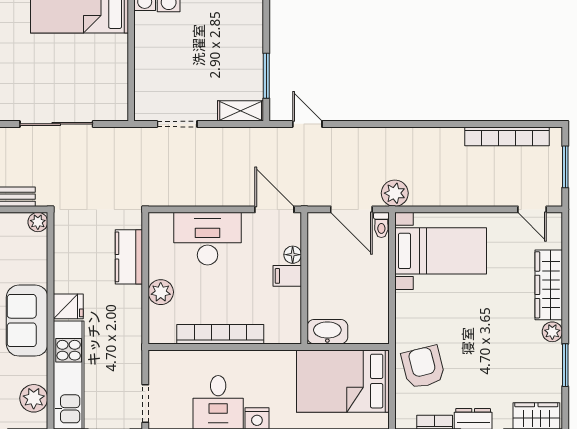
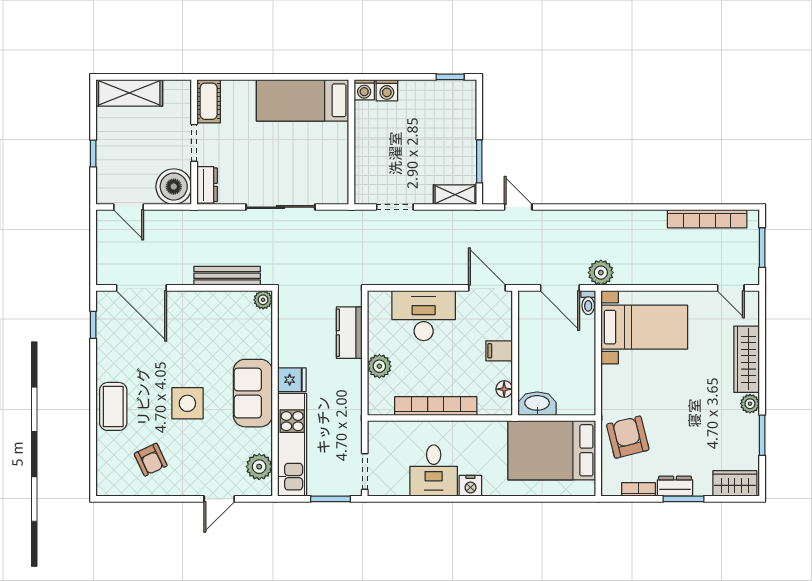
floor lamp: (293, 255) -> (504, 389), moved

